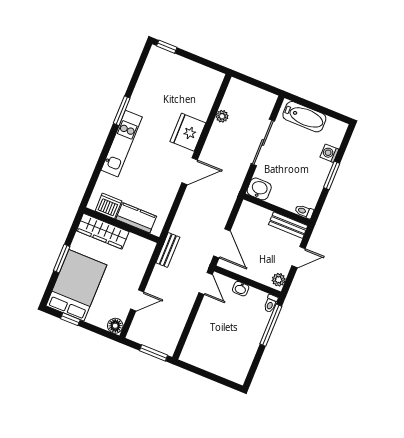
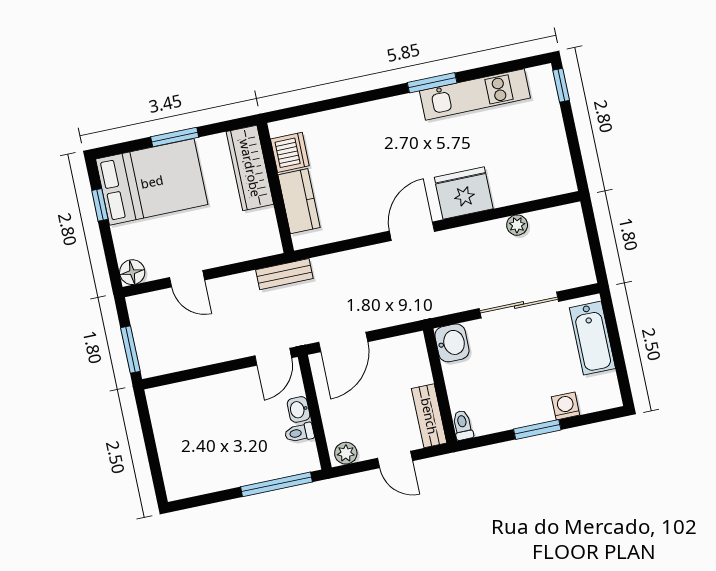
kitchen unit: (122, 144) -> (475, 94), moved
door: (190, 171) -> (412, 231), swing flipped
toilet: (271, 303) -> (299, 433), moved

